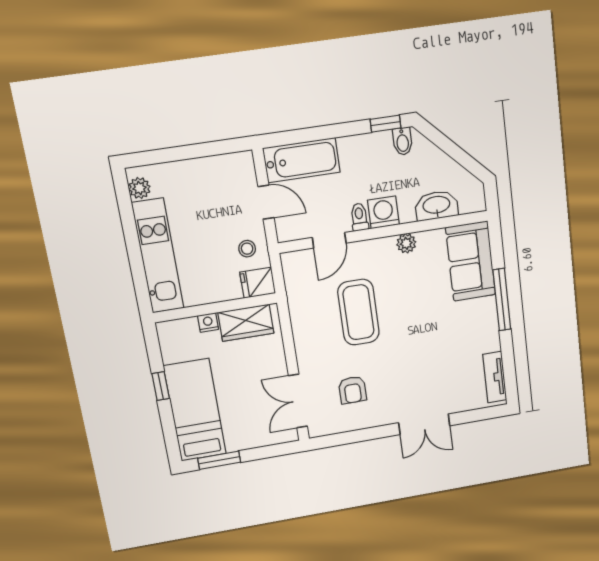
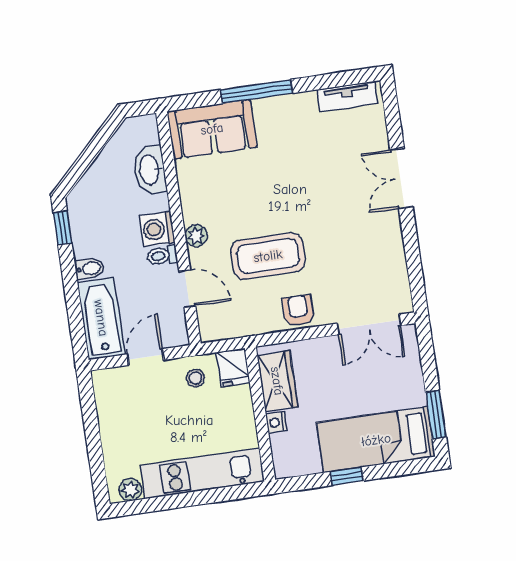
bidet: (403, 141) -> (90, 268), moved
plant: (406, 243) -> (196, 236), moved
armchair: (352, 390) -> (298, 310), moved, turned -90
double door: (424, 424) -> (401, 178), swing flipped

